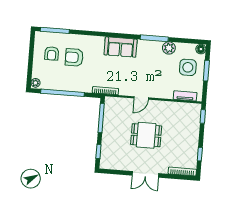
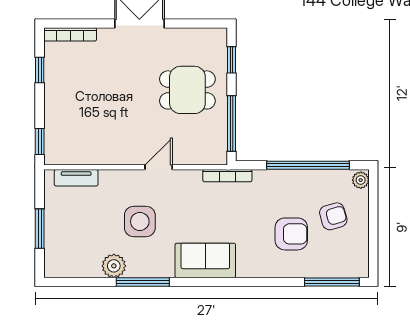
floor lamp: (201, 49) -> (53, 268), removed
armchair: (52, 53) -> (333, 216), moved, turned 74
side table: (188, 67) -> (140, 221), moved
dining table: (146, 135) -> (187, 90), moved

